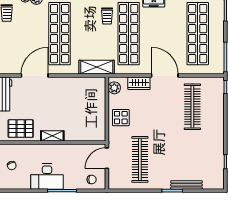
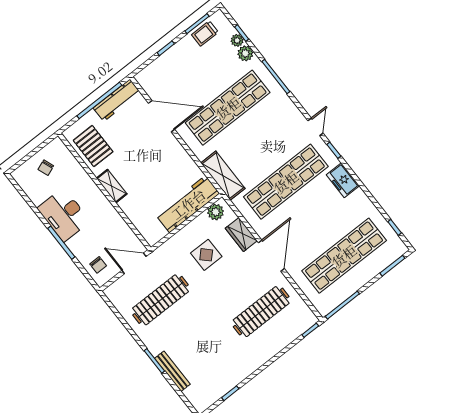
trolley: (107, 16) -> (286, 144), removed
workbench: (97, 100) -> (188, 204), added
display table: (121, 118) -> (206, 255), moved

